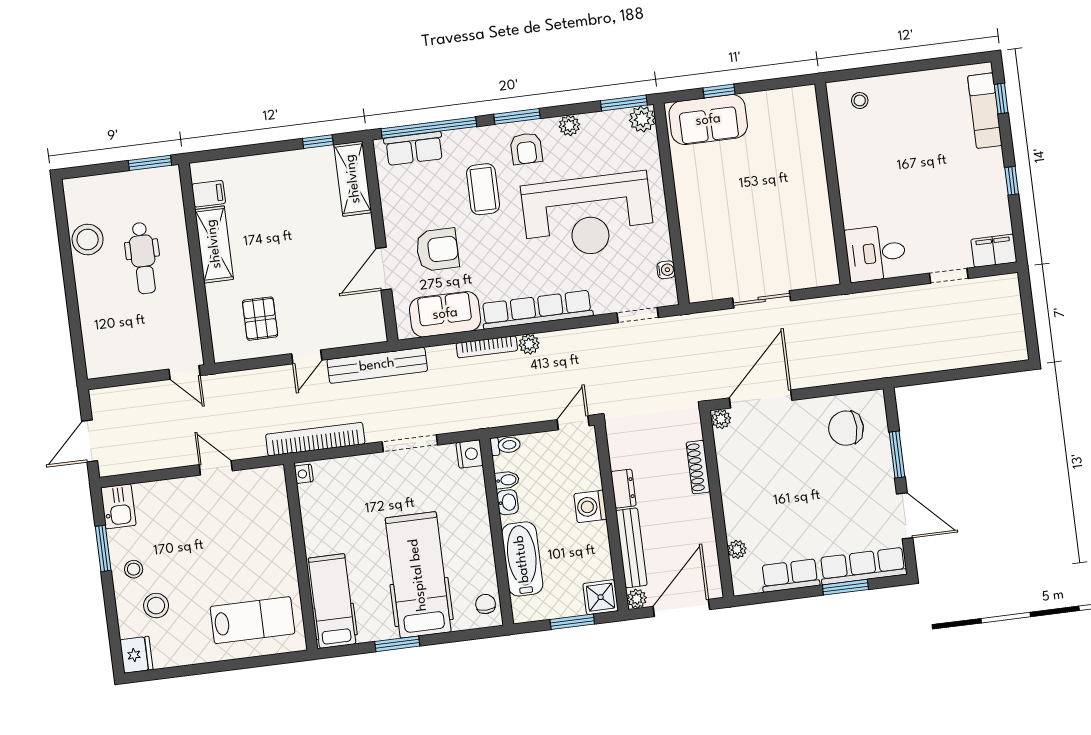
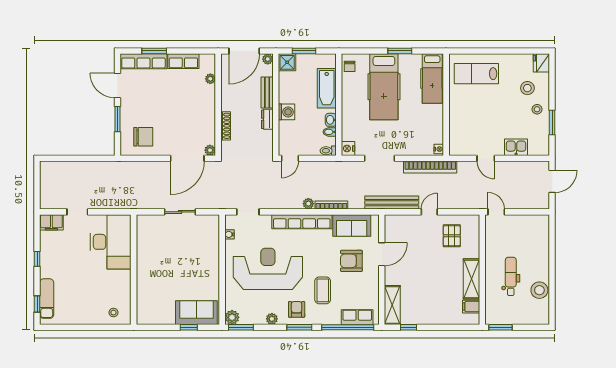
desk: (876, 253) -> (111, 242), width x1.87, depth x1.30
kitchen sink: (118, 506) -> (516, 147), moved, turned 90
bench: (631, 548) -> (267, 92), width x0.73

